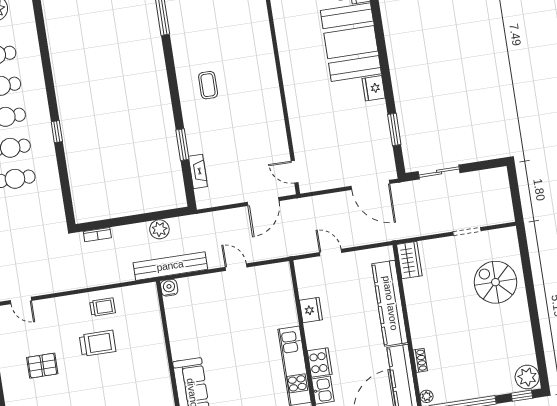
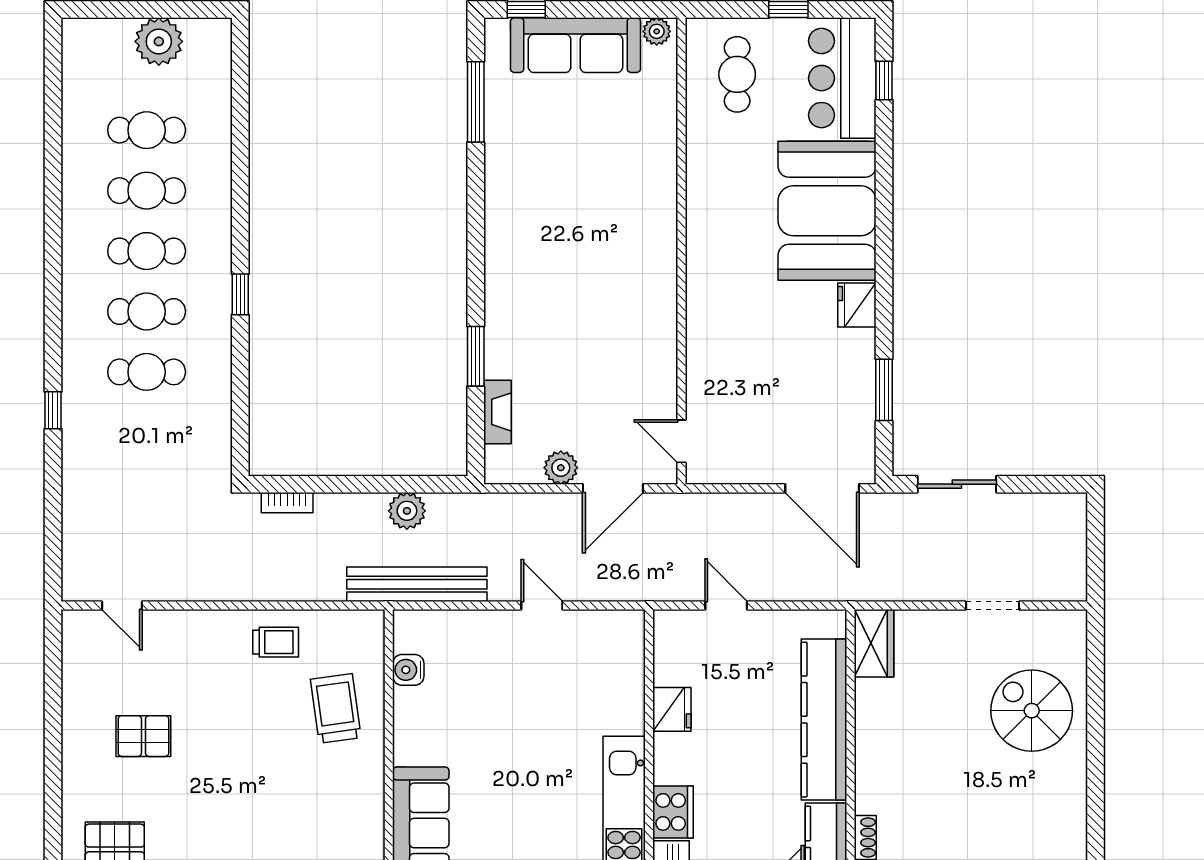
coffee table: (208, 85) -> (542, 250), removed
plant: (235, 195) -> (561, 468), added
water cooler: (169, 288) -> (408, 670), moved, turned -90
trolley: (98, 343) -> (336, 708), moved, turned -98

